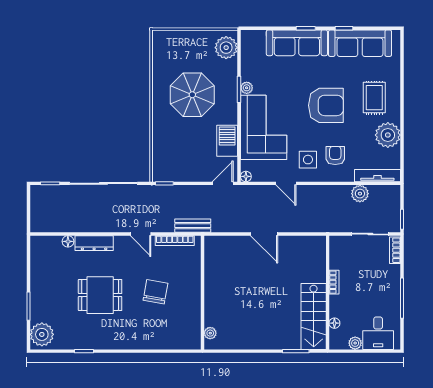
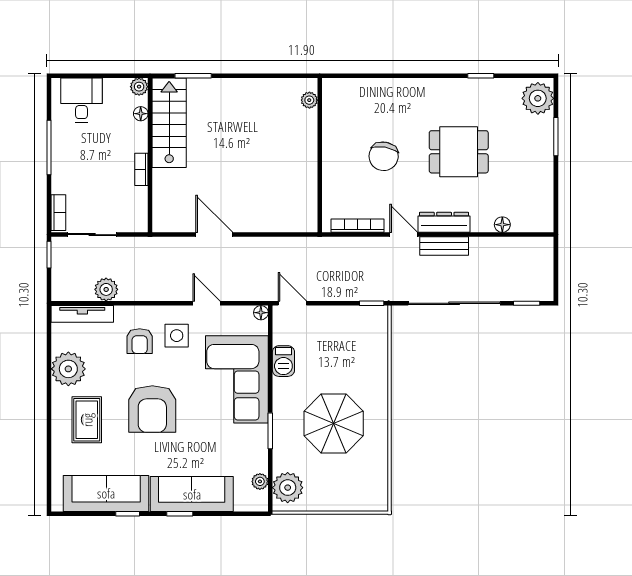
plant: (247, 88) -> (260, 481), moved
armchair: (326, 105) -> (152, 409), turned -90
barbecue: (227, 141) -> (283, 361), width x0.73, depth x0.79
door: (223, 183) -> (292, 303), swing flipped
bench: (193, 226) -> (444, 246), moved
door: (264, 234) -> (214, 235), moved
dresser: (94, 243) -> (444, 222), moved
plant: (355, 343) -> (139, 87), moved

